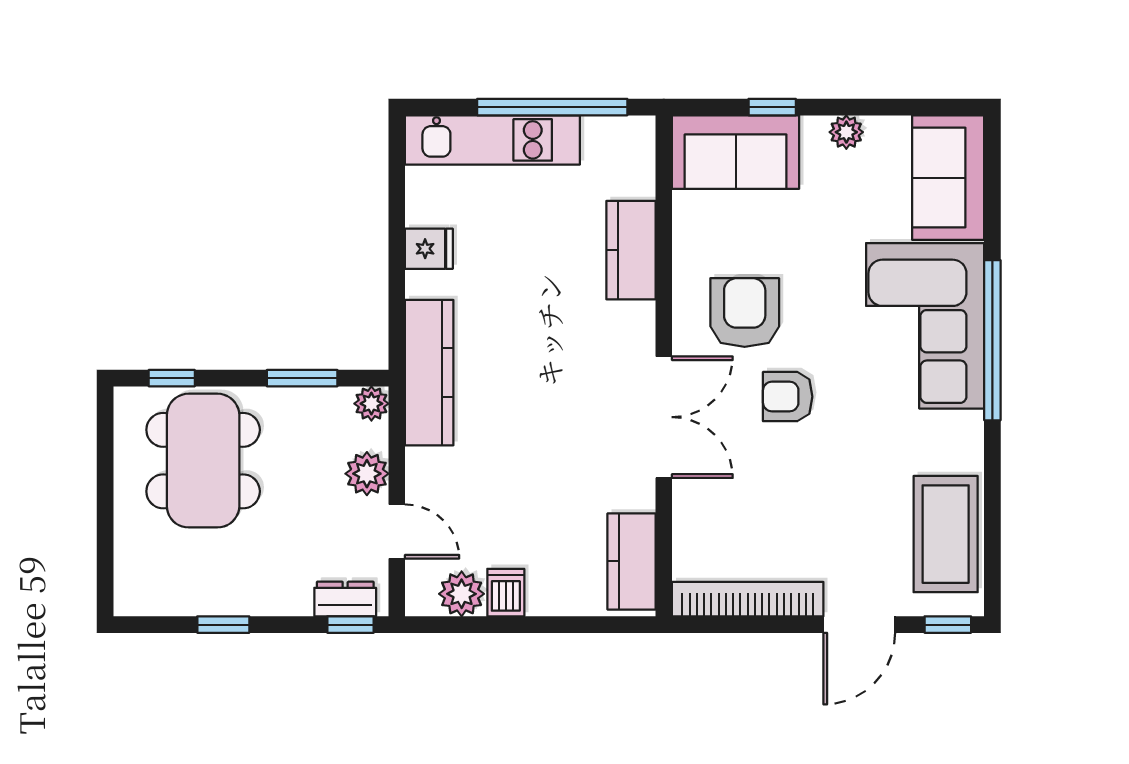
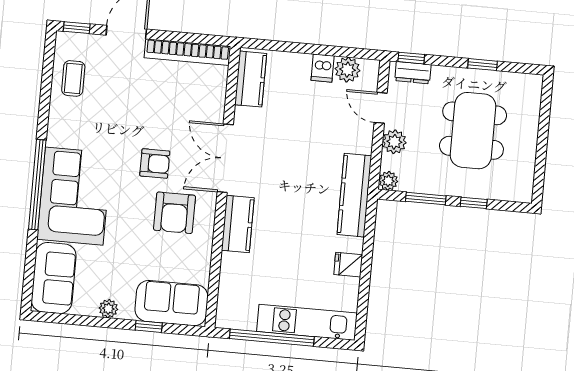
kitchen counter: (631, 250) -> (238, 224), moved
window: (172, 378) -> (474, 203), moved
dining table: (203, 461) -> (473, 131), moved
coffee table: (946, 534) -> (73, 78), width x0.54, depth x0.58

